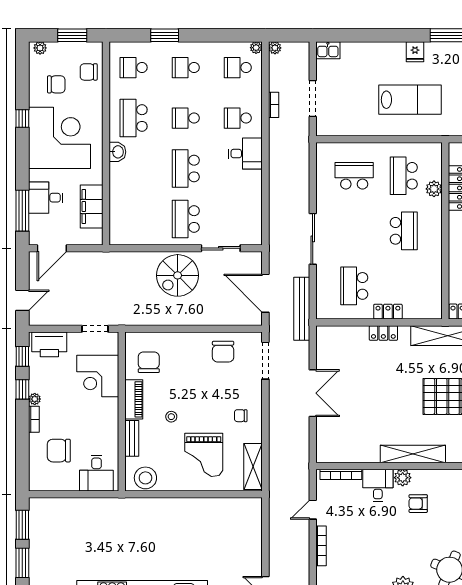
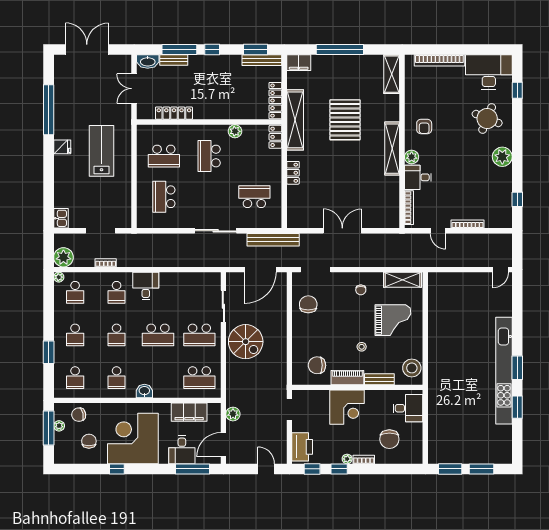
window: (72, 35) -> (49, 428), width x1.44
plant: (40, 48) -> (59, 426), moved
plant: (275, 48) -> (63, 257), width x1.87, depth x1.87
chair: (89, 72) -> (79, 415), turned 78
school desk: (134, 118) -> (117, 378), width x0.54
plant: (434, 189) -> (235, 131), moved
school desk: (134, 219) -> (199, 378), added
school desk: (404, 231) -> (209, 156), turned -90
door: (52, 248) -> (223, 445), swing flipped
plant: (89, 260) -> (233, 414), added
school desk: (354, 286) -> (254, 197), turned 180
locker: (388, 312) -> (275, 137), moved
chair: (223, 352) -> (308, 304), turned -90
corner desk: (98, 376) -> (347, 407), moved
armchair: (418, 504) -> (424, 126), moved

